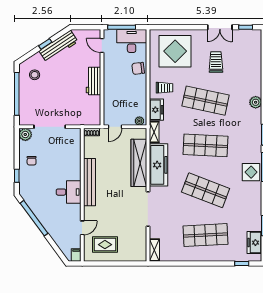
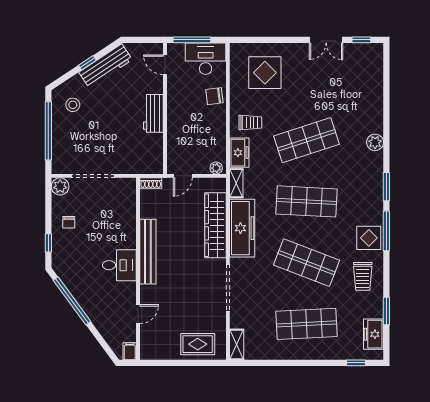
display table: (175, 51) -> (265, 73), width x0.73, depth x0.73
trolley: (216, 62) -> (363, 276), moved, turned 180
shop shelf: (206, 101) -> (307, 140), turned -30
rug: (105, 245) -> (198, 344), moved

